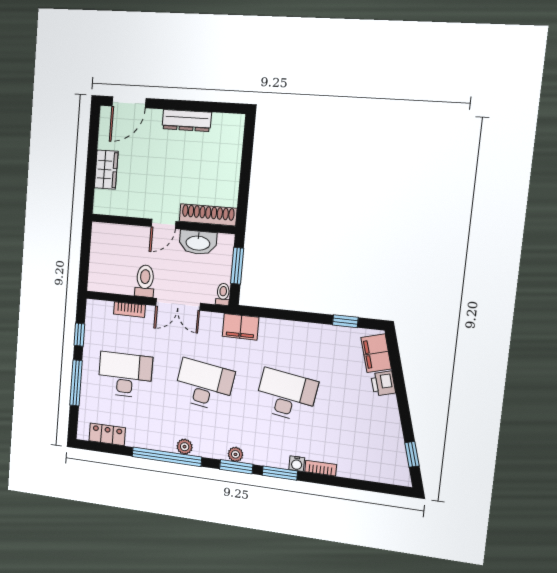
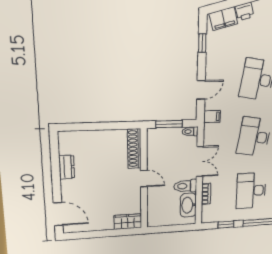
dresser: (187, 120) -> (67, 167), width x0.70
wardrobe: (106, 170) -> (128, 222), moved
washbasin: (198, 242) -> (188, 205), moved, turned 180
door: (280, 314) -> (201, 90), added
filing cabinet: (241, 327) -> (212, 117), width x0.50

